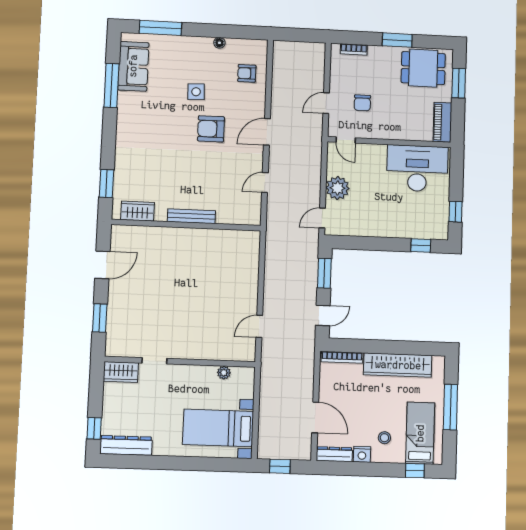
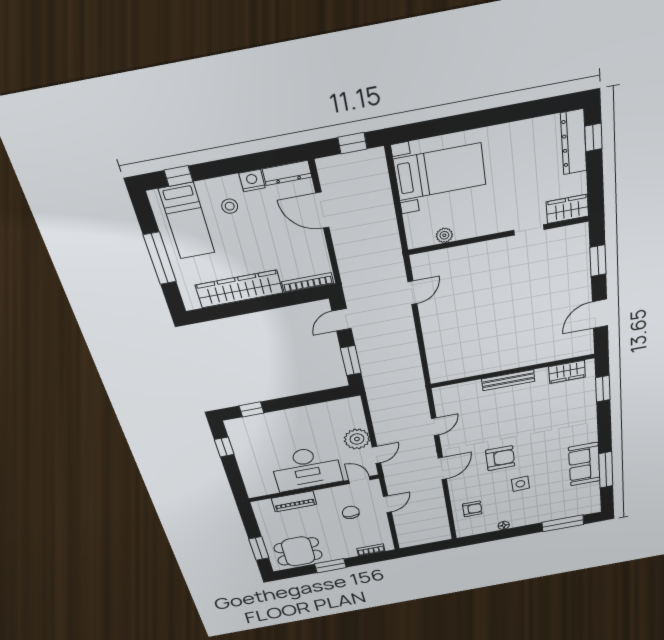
sofa: (133, 66) -> (584, 464), moved
piano: (442, 122) -> (294, 501), moved, turned 90
desk: (417, 168) -> (306, 468), moved
door: (322, 218) -> (376, 455), moved
dresser: (126, 445) -> (574, 142), moved, turned 90

